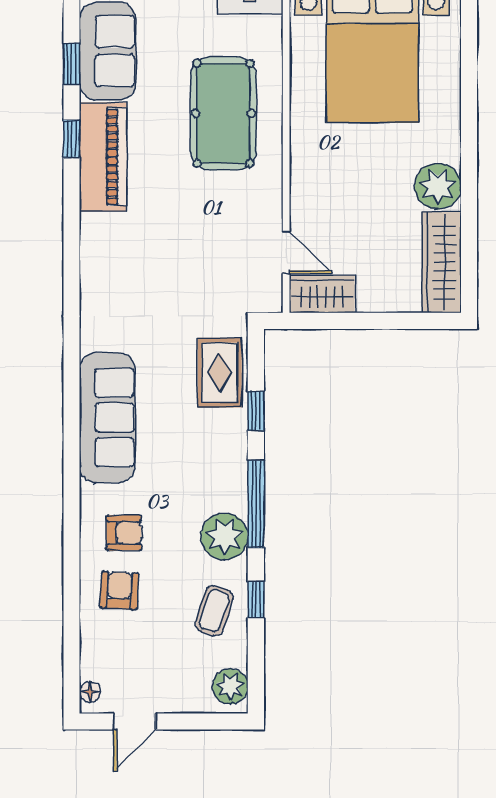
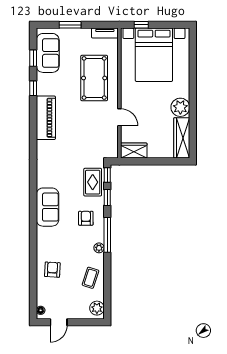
piano: (103, 157) -> (46, 118), moved
door: (286, 252) -> (119, 117), moved
sofa: (107, 418) -> (47, 207), width x0.73
armchair: (124, 533) -> (86, 218), moved, turned -90
plant: (224, 537) -> (99, 248), width x0.53, depth x0.53
window: (256, 600) -> (107, 175), moved

